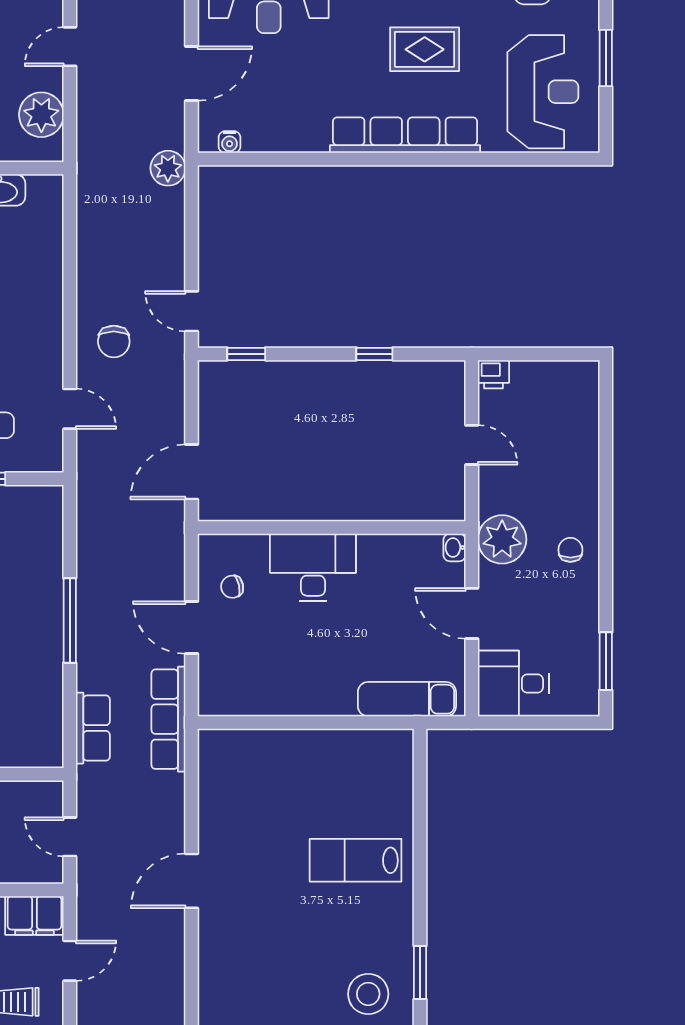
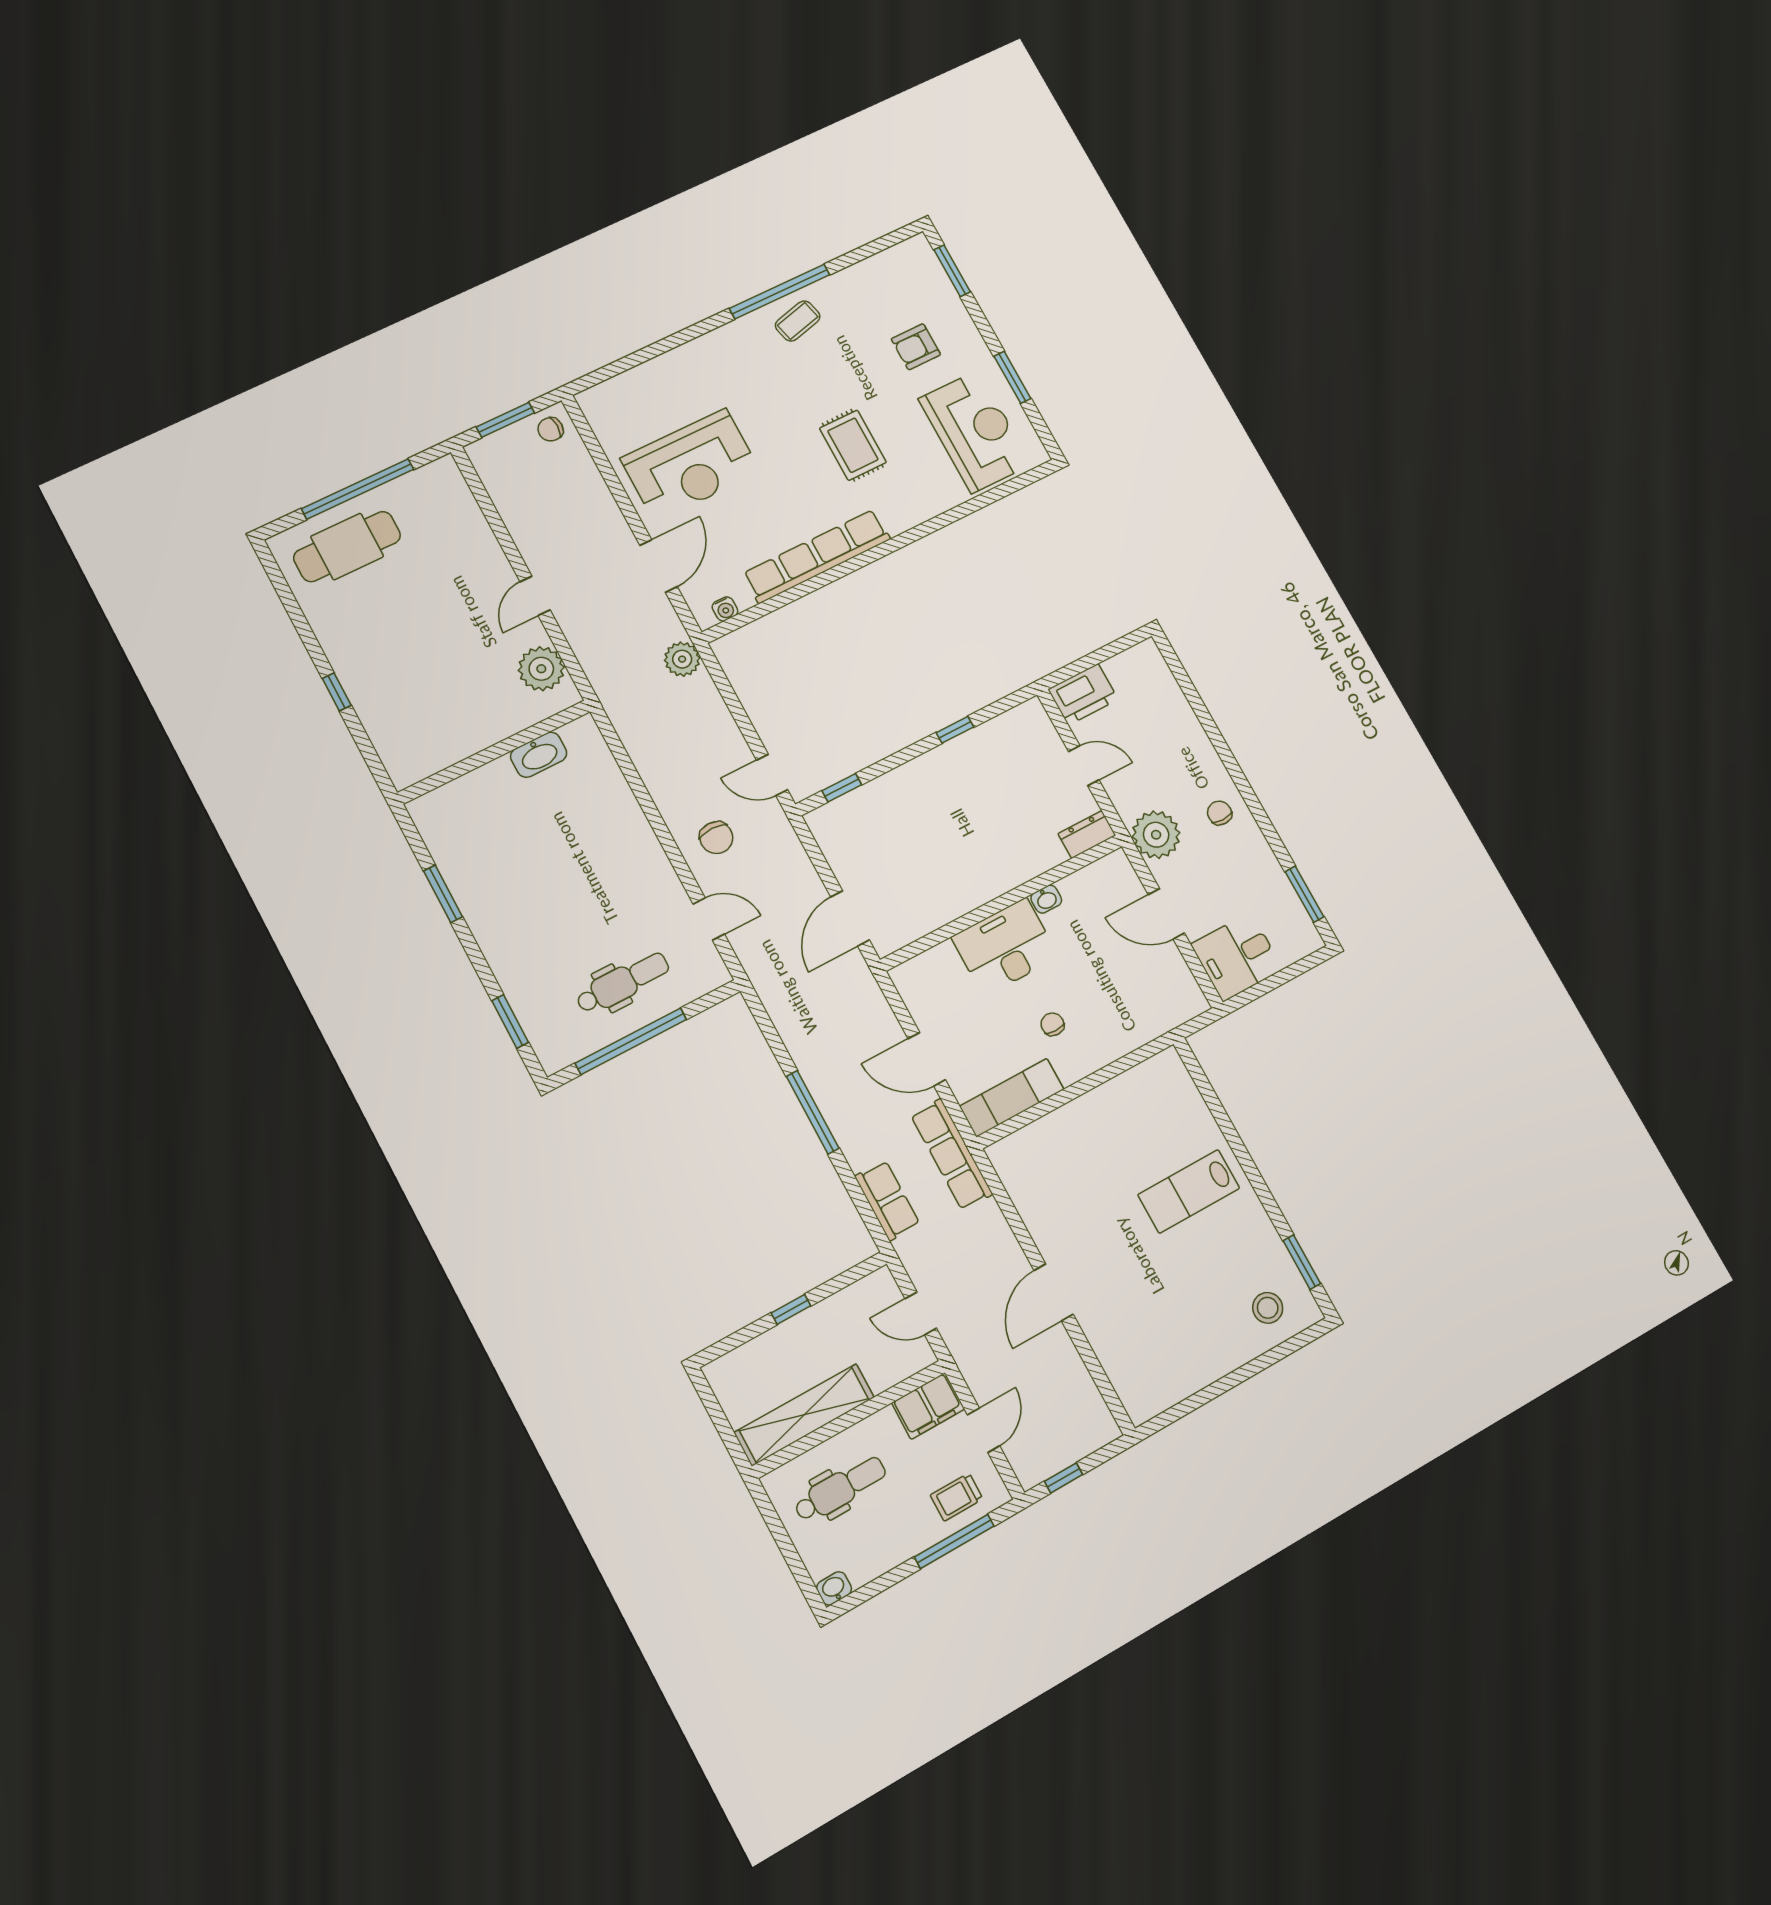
rug: (425, 49) -> (853, 445), turned 90
row of seats: (405, 135) -> (817, 556), moved
printer: (494, 374) -> (1083, 694), width x1.87, depth x1.48
dresser: (440, 507) -> (1087, 835), added
washbasin: (454, 547) -> (1046, 899), moved, turned -90
chair: (232, 587) -> (1052, 1024), moved, turned 103
exam couch: (407, 699) -> (1012, 1098), moved
stool: (368, 994) -> (1268, 1308), width x0.73, depth x0.73

